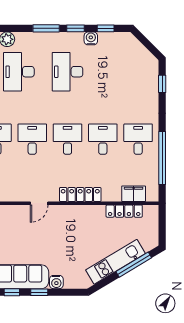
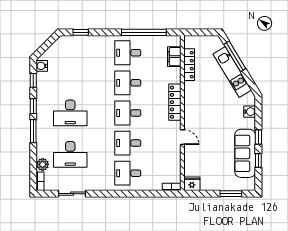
water cooler: (91, 38) -> (42, 66), moved
water cooler: (56, 282) -> (250, 112), moved

